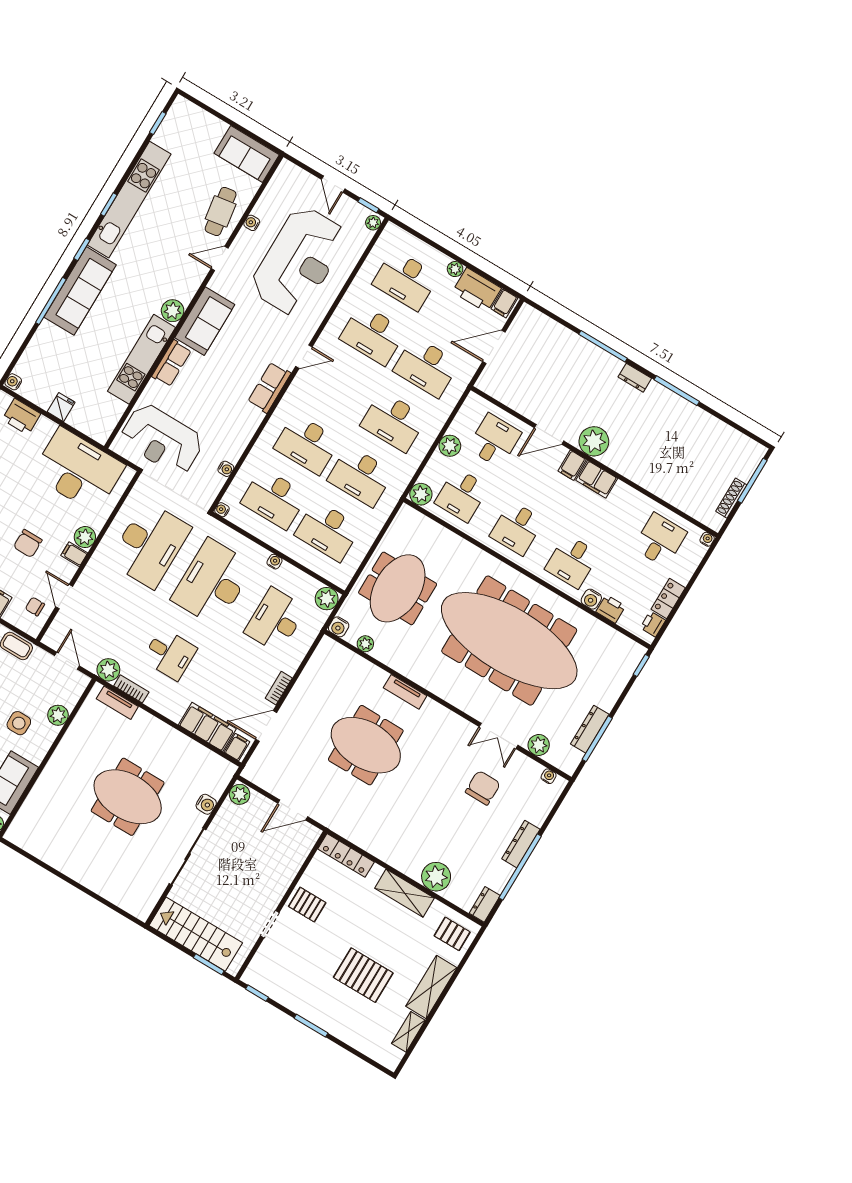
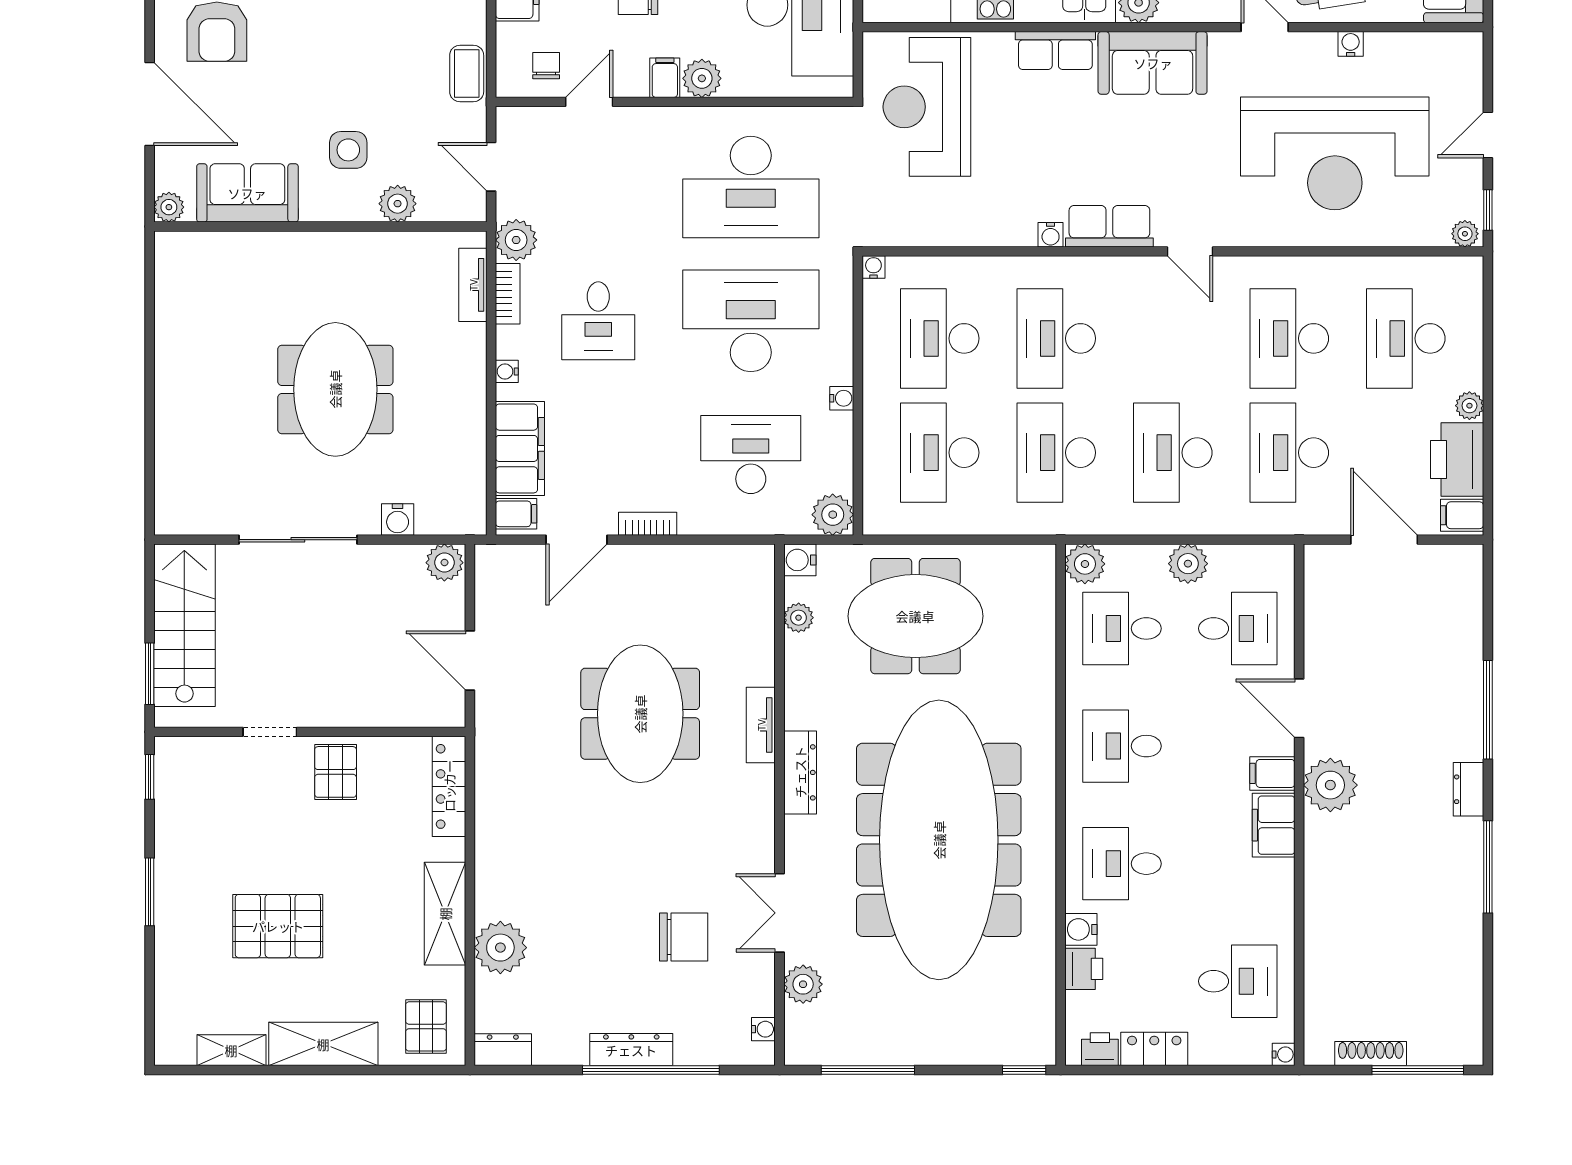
water cooler: (226, 469) -> (1051, 235), moved
door: (67, 661) -> (491, 167), swing flipped
water cooler: (167, 711) -> (507, 371), added
door: (266, 726) -> (577, 540), swing flipped
dresser: (590, 729) -> (800, 772), moved, turned 90
window: (520, 867) -> (651, 1070), moved
pallet: (363, 975) -> (278, 926), turned 90

